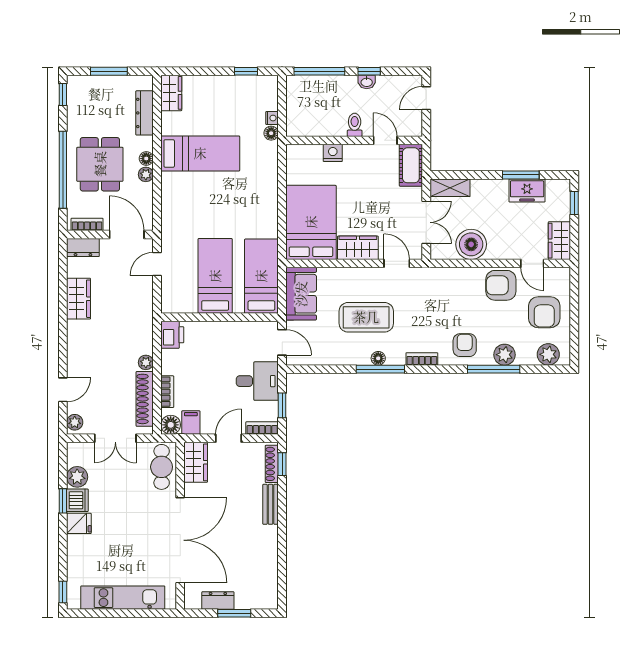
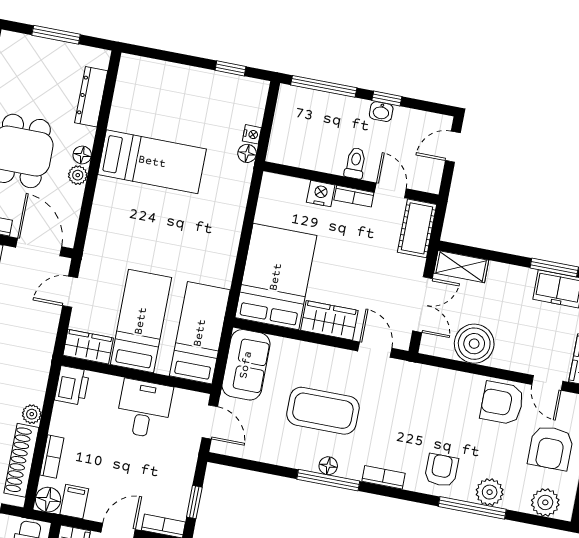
wardrobe: (171, 93) -> (88, 347), moved, turned -90
bookcase: (358, 150) -> (354, 196), added
desk: (257, 381) -> (144, 409), moved, turned -90

